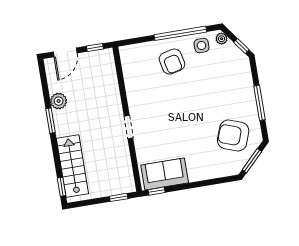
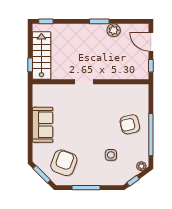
side table: (202, 45) -> (111, 155), moved
stairs: (72, 166) -> (41, 56), moved, turned -90
sofa: (165, 174) -> (43, 125), moved
window: (157, 191) -> (30, 95), removed

